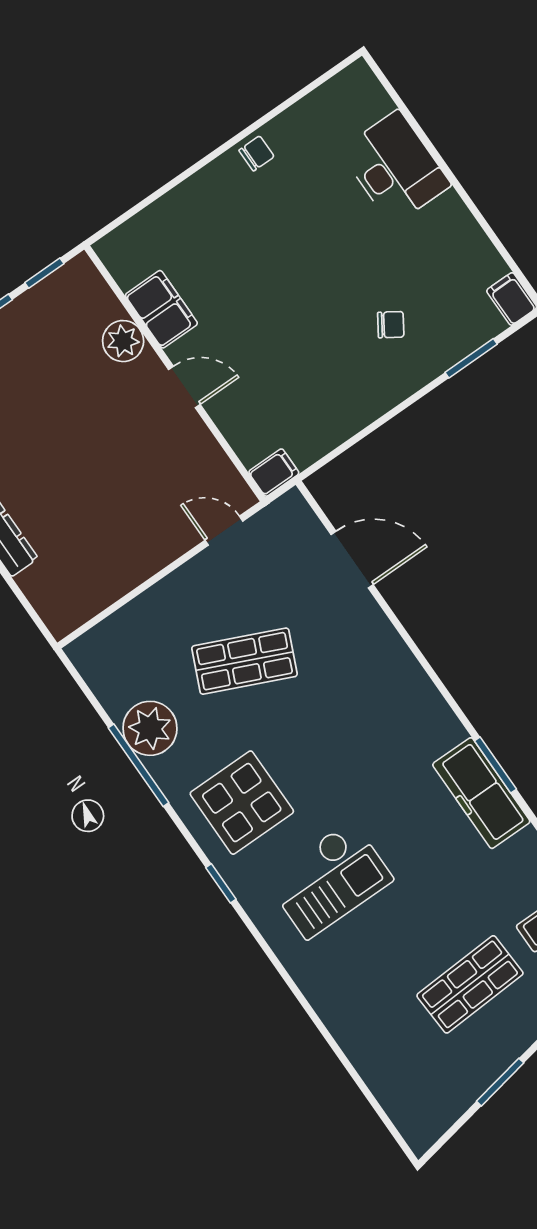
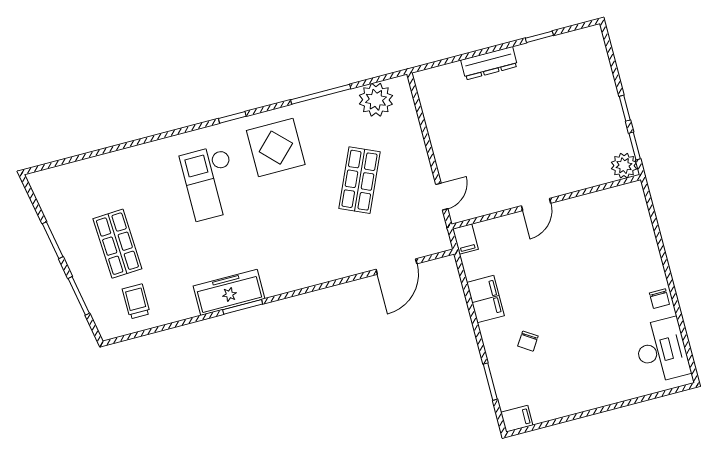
desk: (395, 168) -> (662, 350), moved, turned -90
filing cabinet: (161, 309) -> (485, 299), moved, turned -90
plant: (123, 341) -> (624, 166), moved
plant: (150, 728) -> (376, 100), moved

